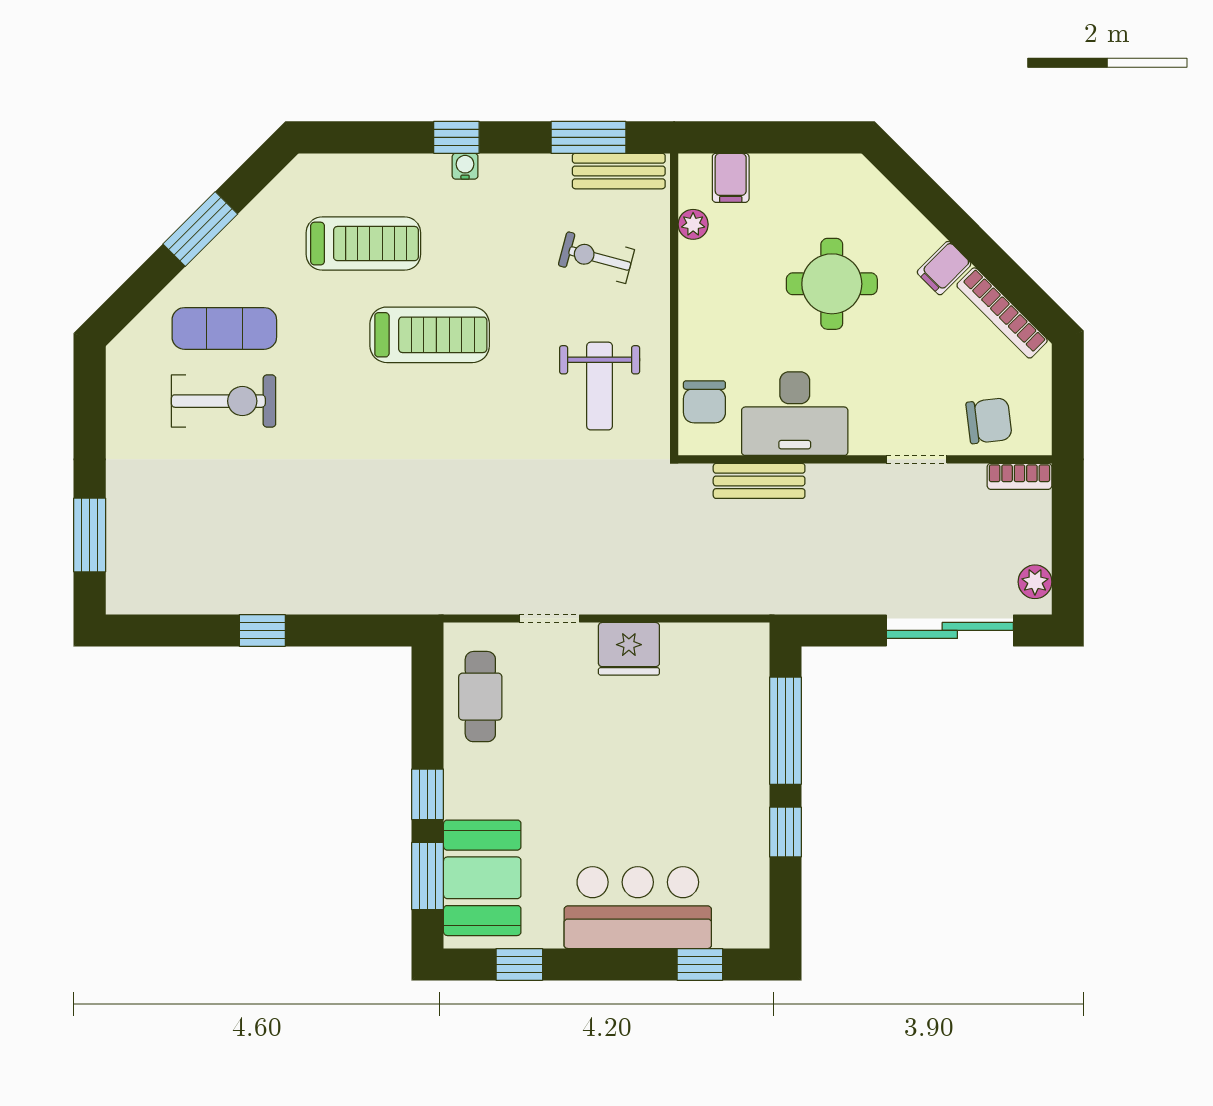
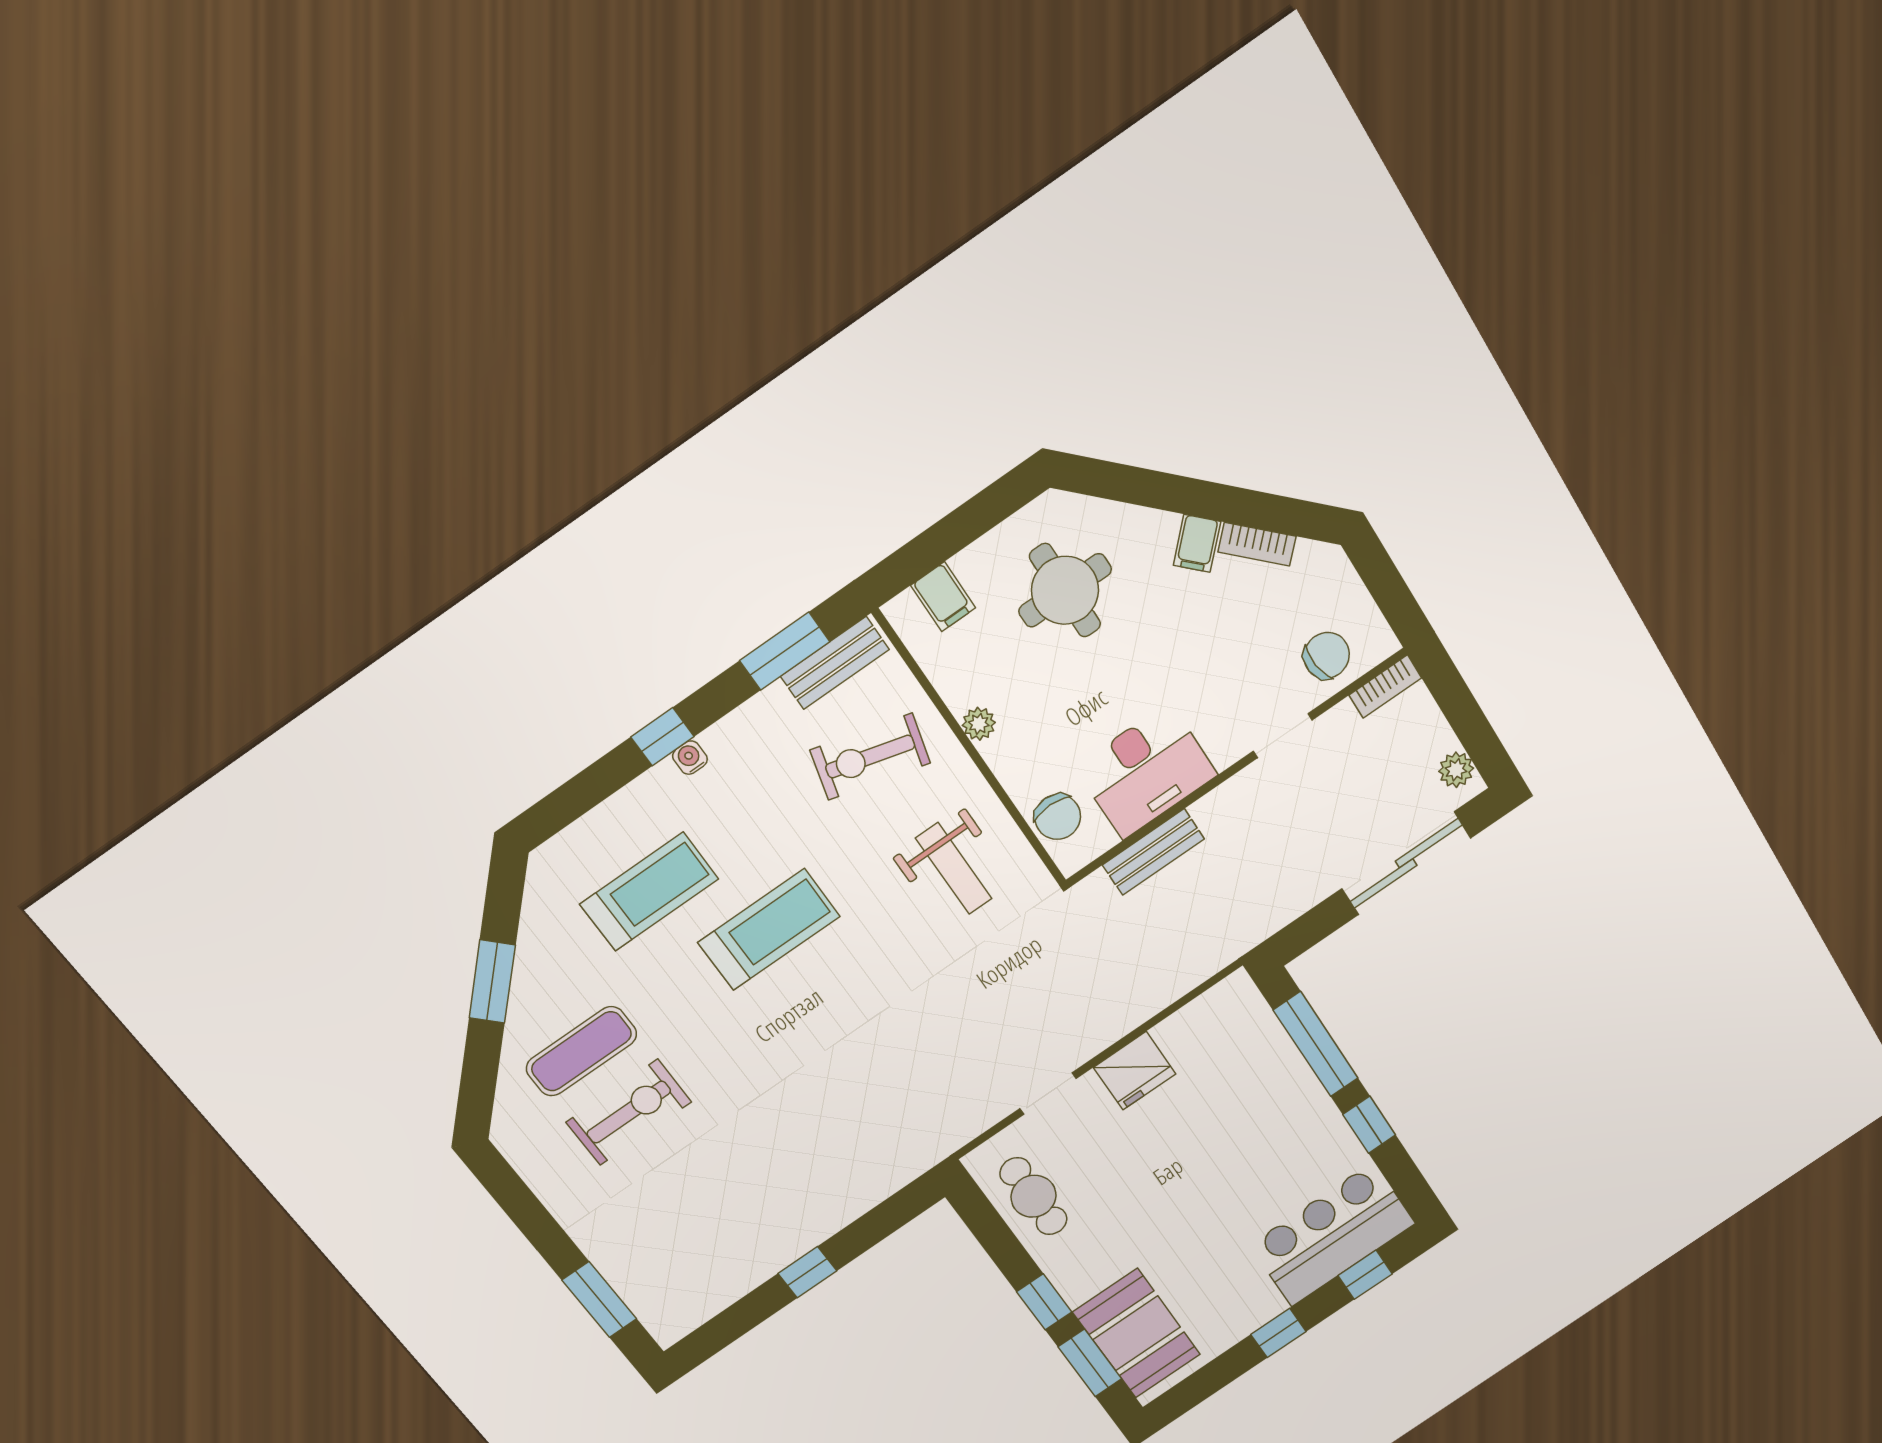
plant: (693, 224) -> (979, 724), moved
exercise bike: (596, 258) -> (870, 757), width x1.38, depth x1.39
round table: (832, 284) -> (1065, 590), moved
bookcase: (1002, 313) -> (1257, 544), width x0.64
bar counter: (638, 908) -> (1332, 1234), moved
window: (519, 964) -> (1278, 1333), moved

